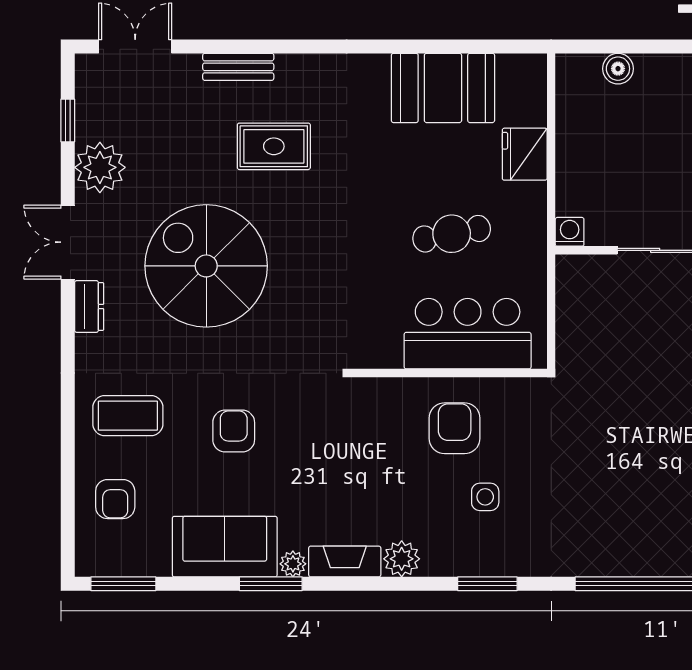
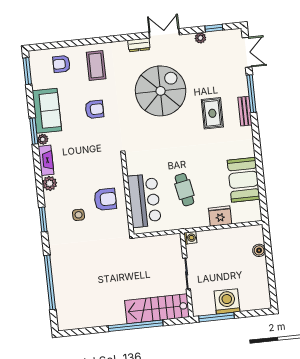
window: (236, 46) -> (251, 94), added
bench: (238, 67) -> (245, 111), moved
plant: (100, 167) -> (200, 38), width x0.53, depth x0.53

